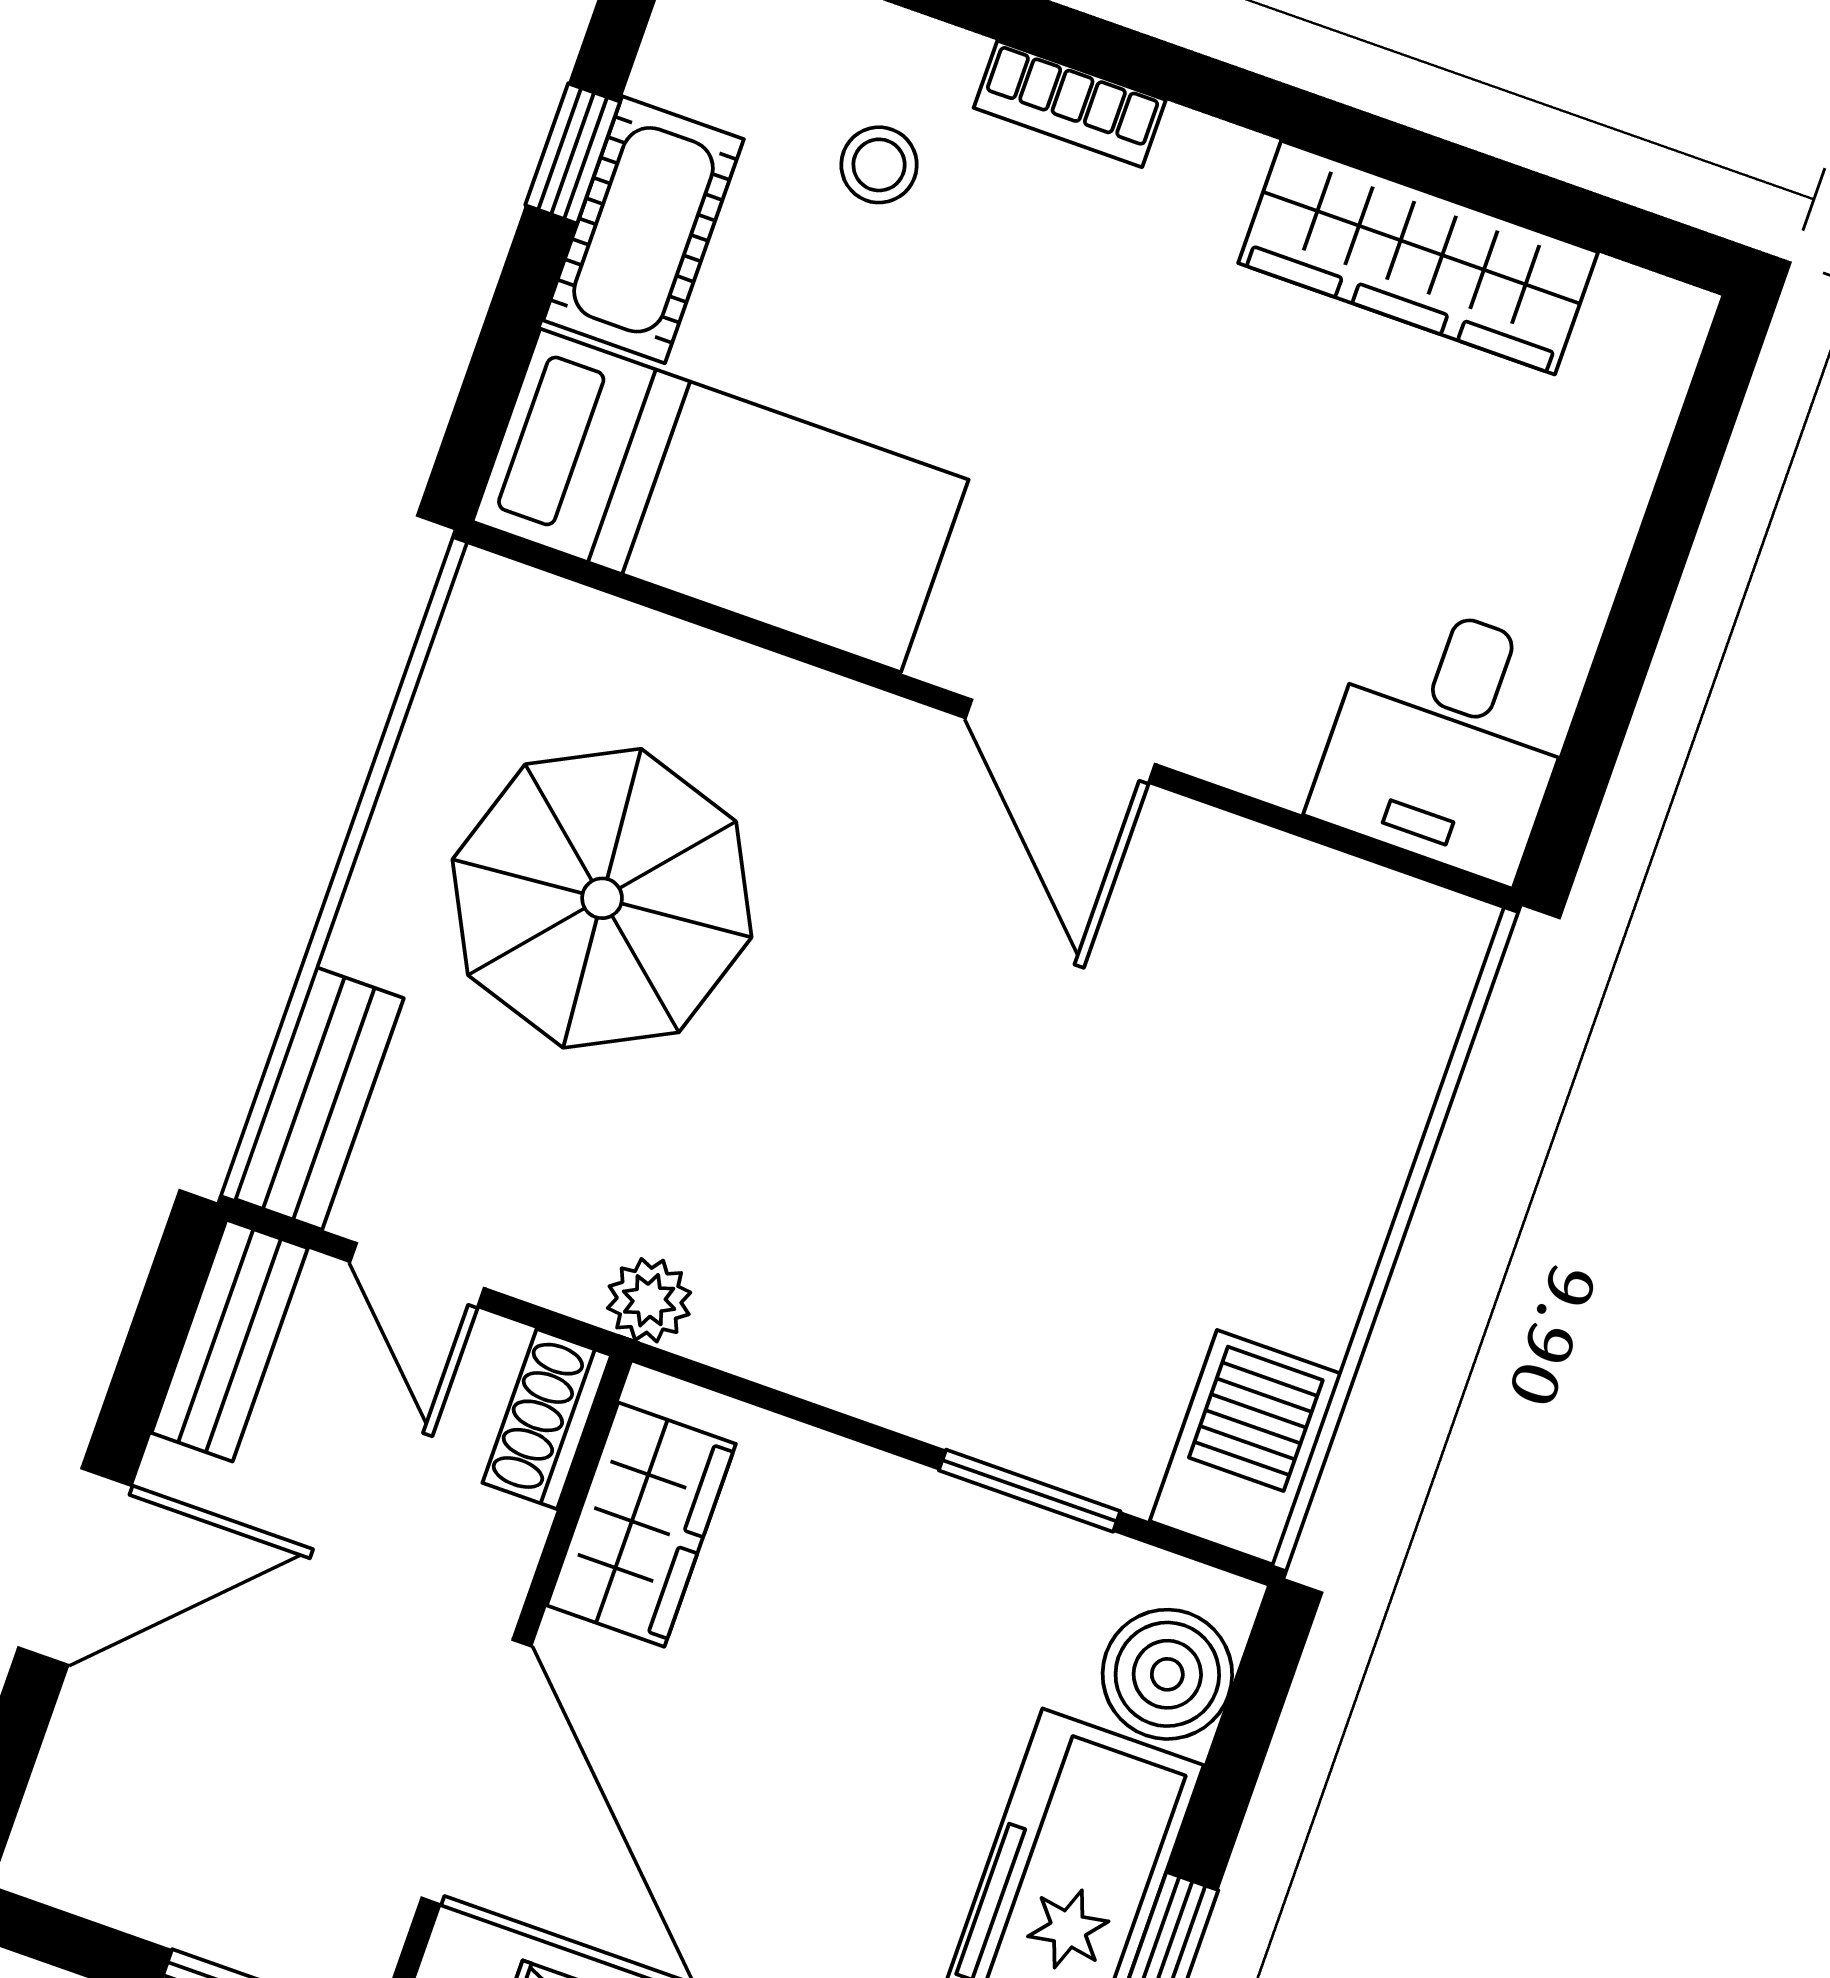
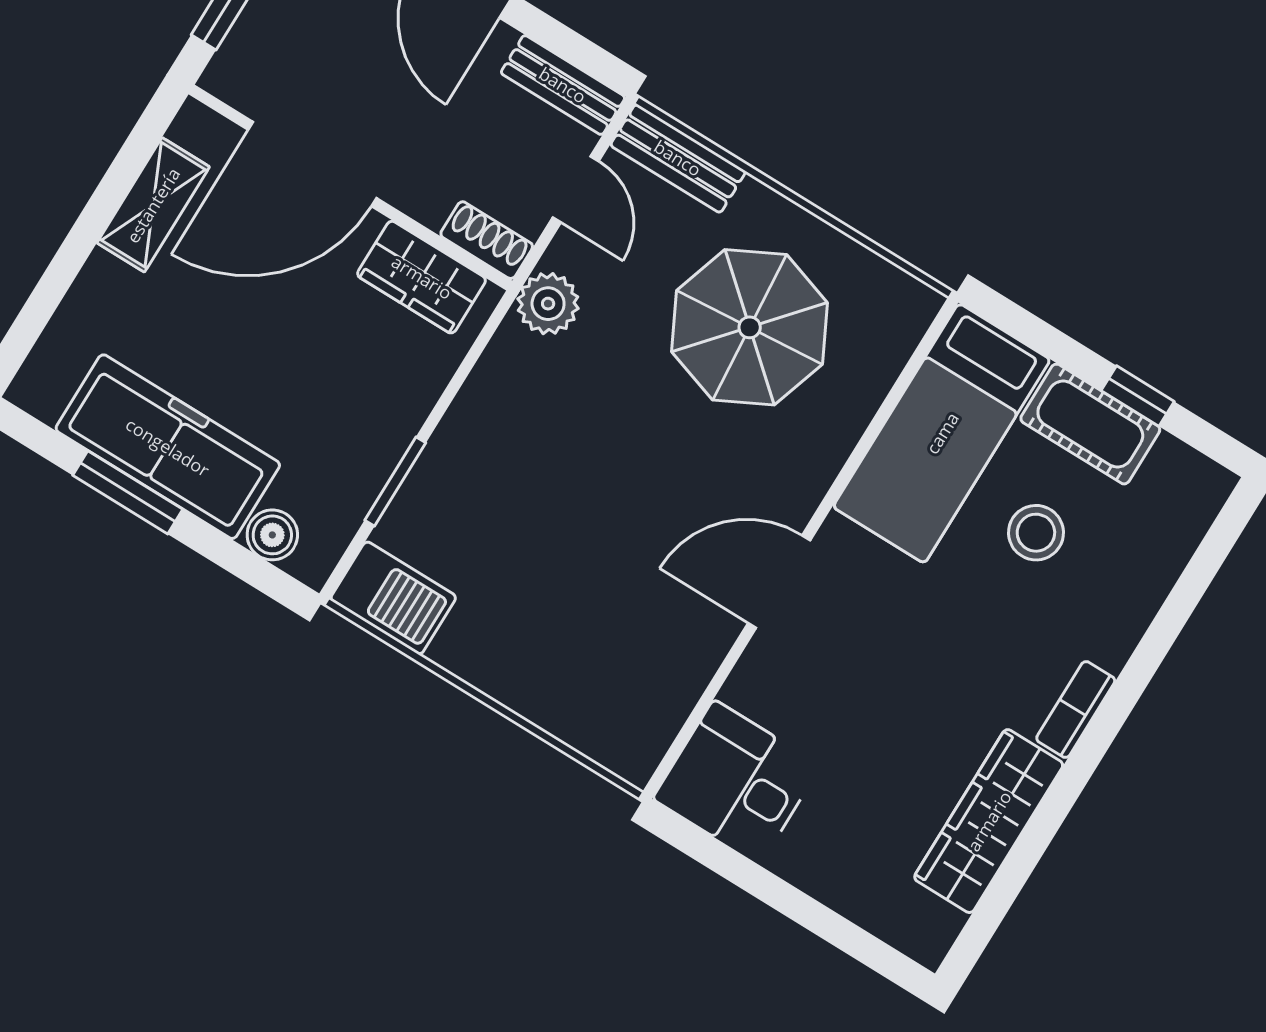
bookcase: (1070, 104) -> (1076, 709), moved
stool: (879, 165) -> (1036, 533), moved, width x1.37, depth x1.37
door: (417, 1275) -> (576, 189), swing flipped
plant: (649, 1300) -> (548, 304), width x1.38, depth x1.38
boiler: (1167, 1674) -> (272, 535), width x0.73, depth x0.73

